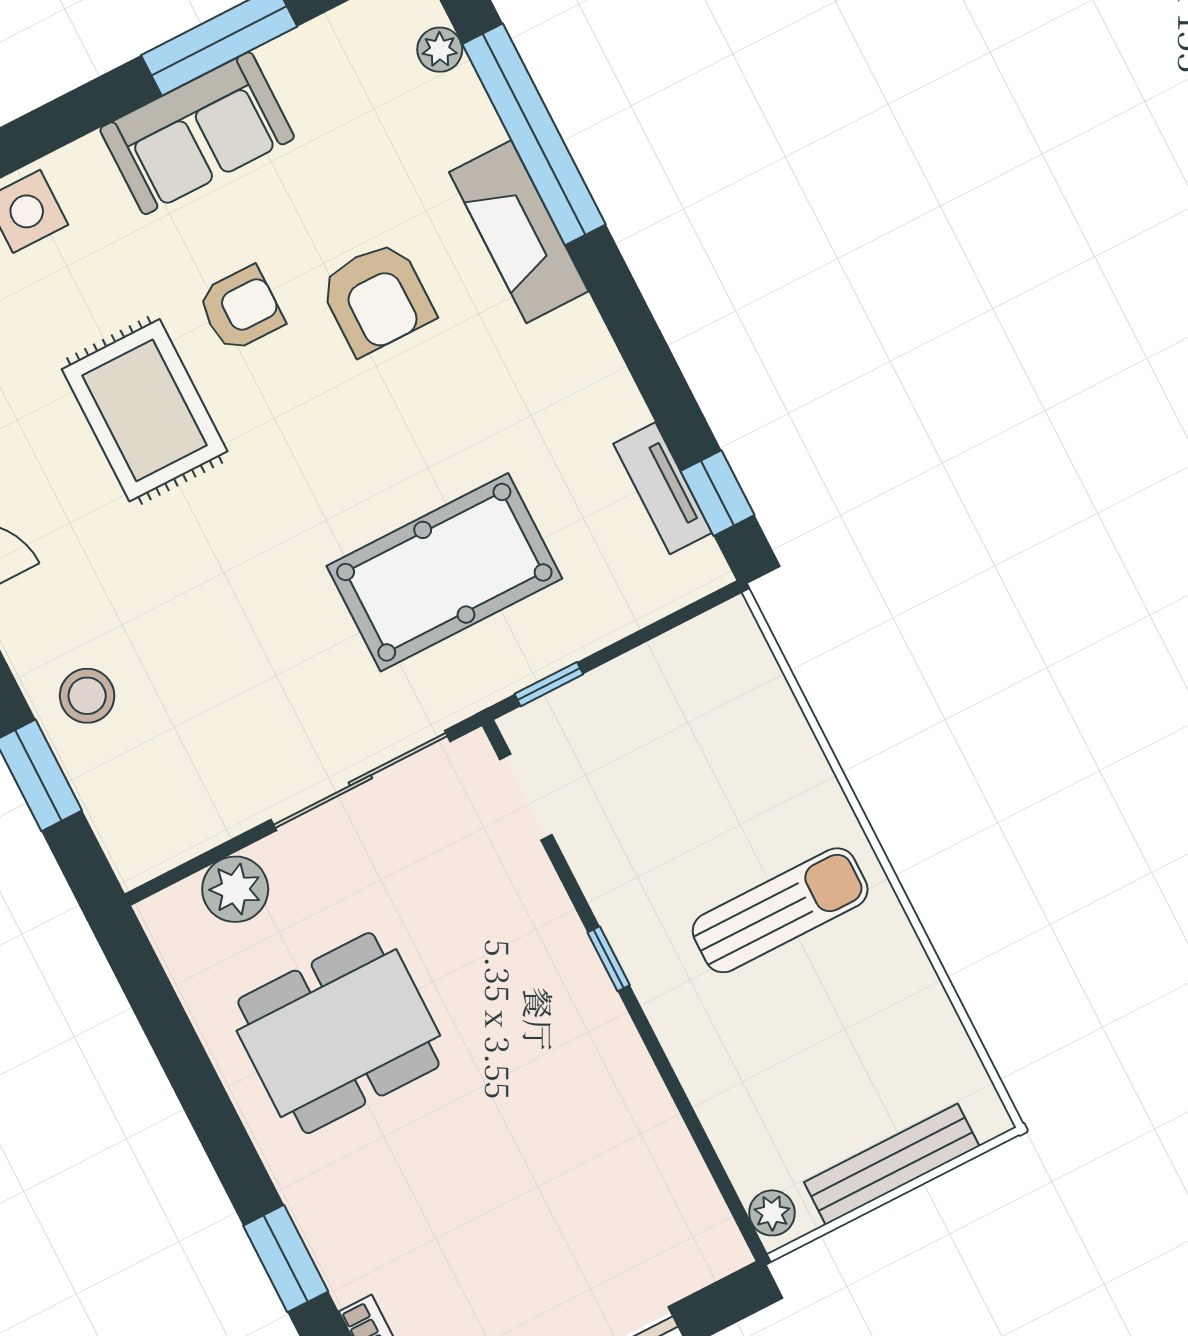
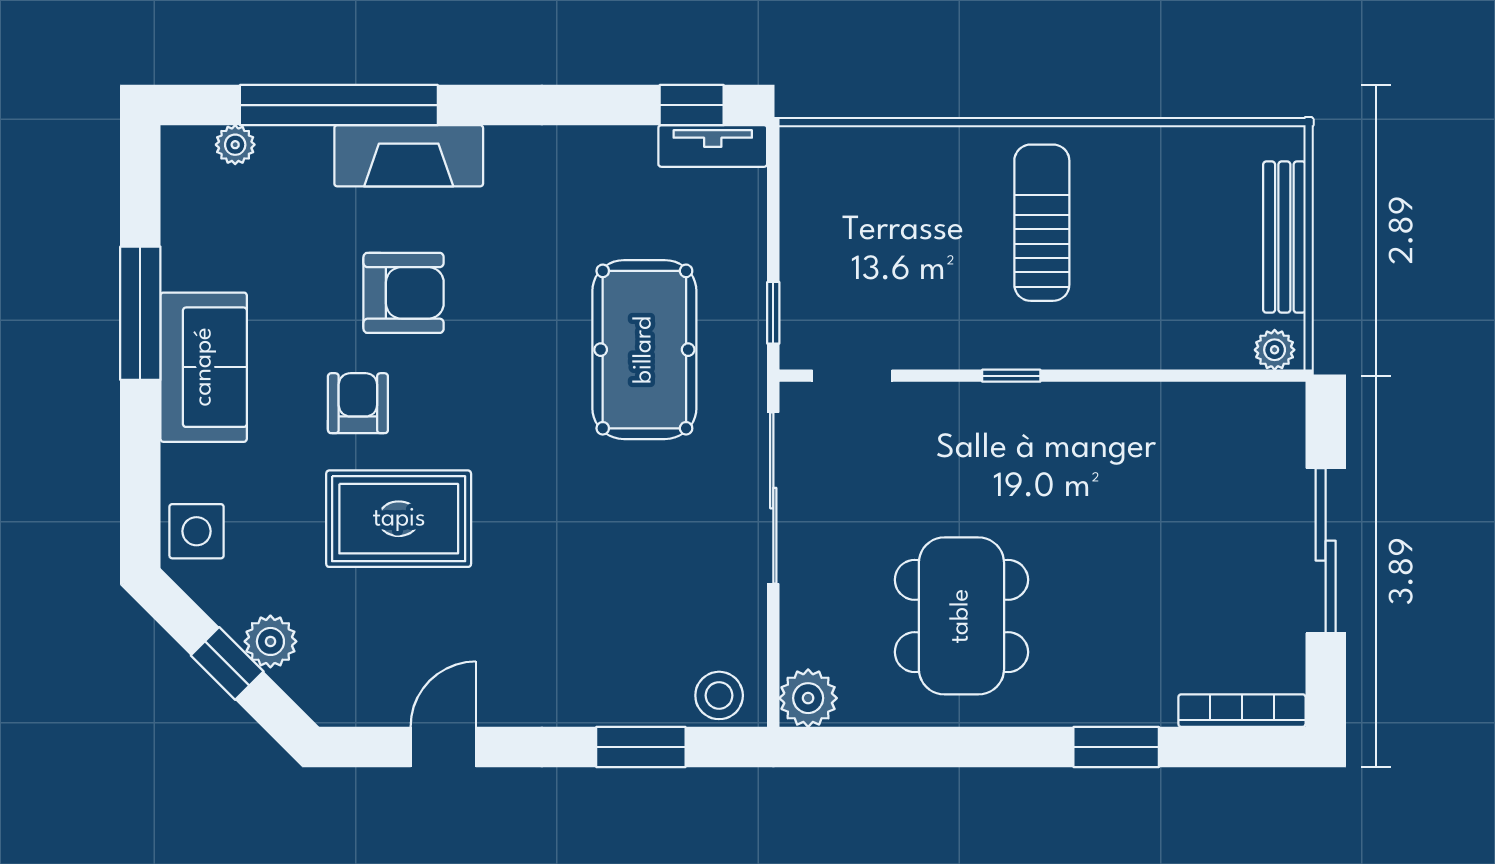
tv unit: (663, 488) -> (713, 146), moved
stool: (87, 696) -> (719, 695), moved
plant: (235, 889) -> (808, 698), moved

